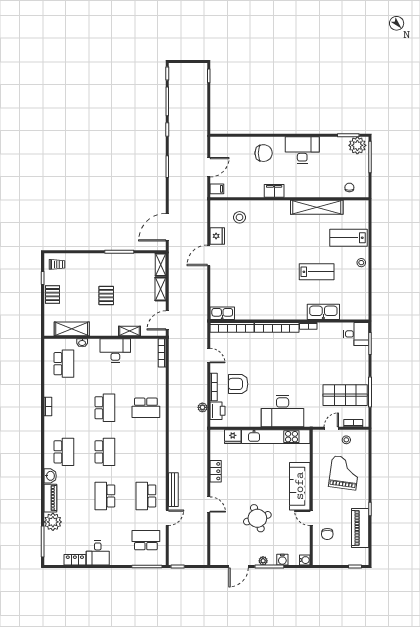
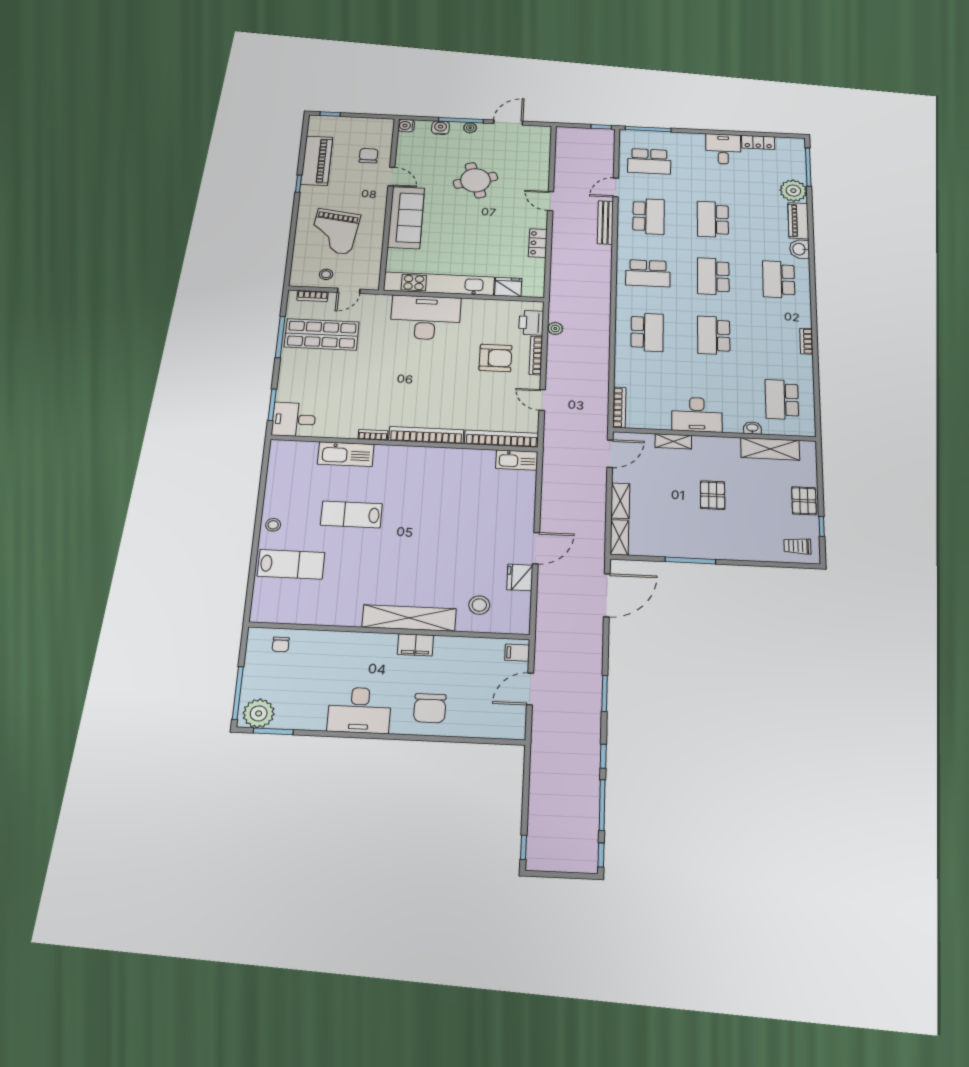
chair: (264, 153) -> (430, 708), turned -90
shelving: (317, 207) -> (409, 618), moved
school desk: (146, 408) -> (647, 332), turned 90
school desk: (146, 452) -> (648, 273), added
school desk: (105, 496) -> (713, 219), turned 180

